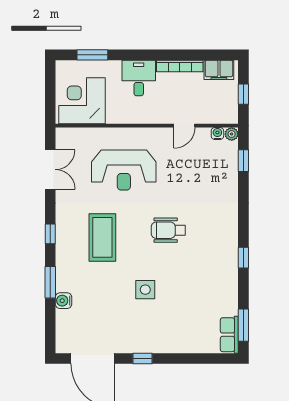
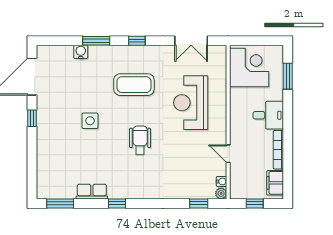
row of seats: (229, 335) -> (92, 192), moved

